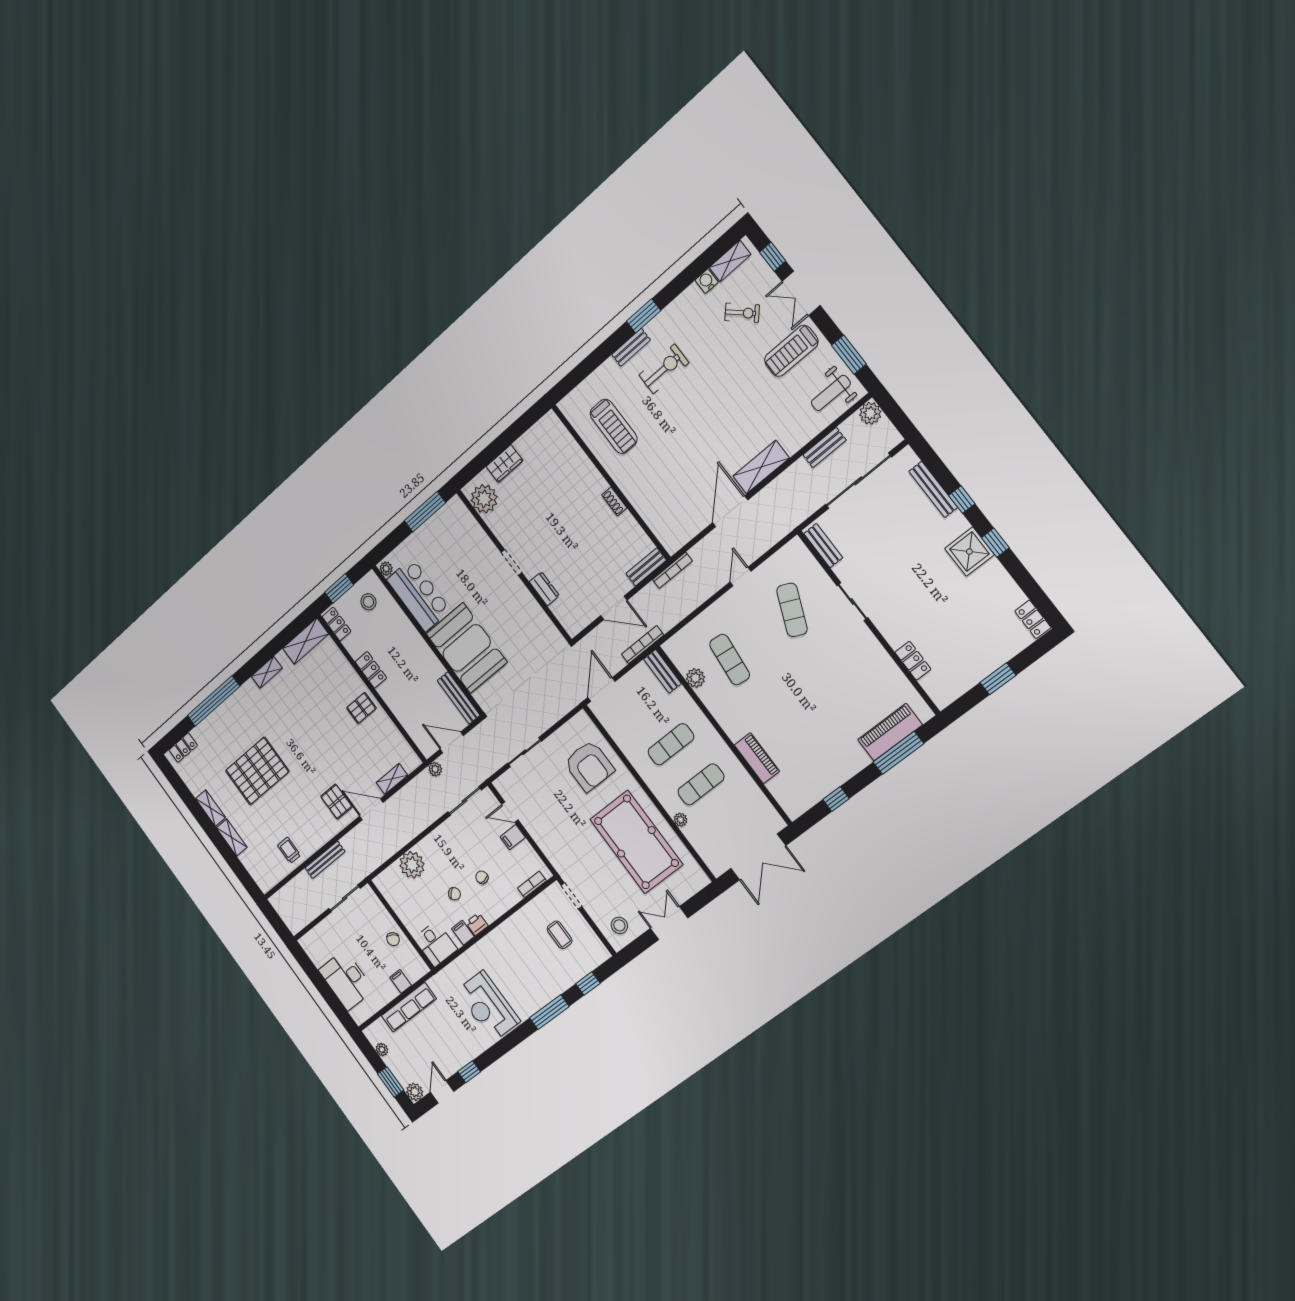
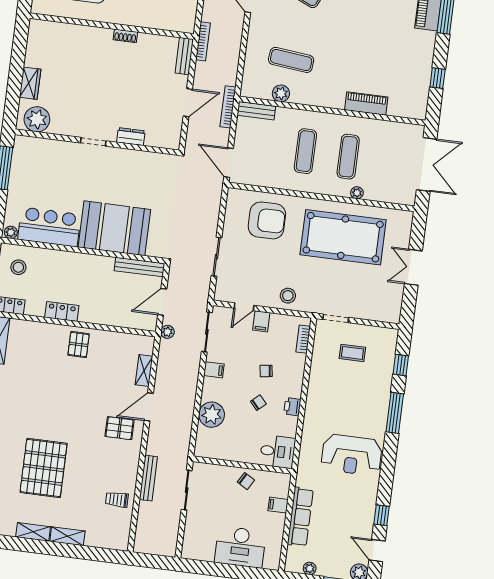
stool: (619, 925) -> (288, 296), moved
filing cabinet: (463, 933) -> (214, 370), moved, turned 180

